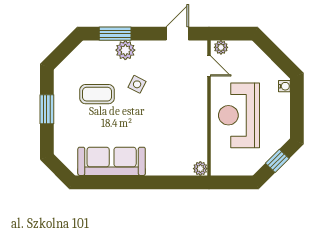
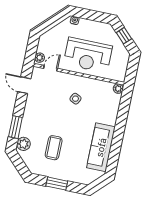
plant: (125, 50) -> (23, 144), moved
side table: (137, 84) -> (75, 99), moved

